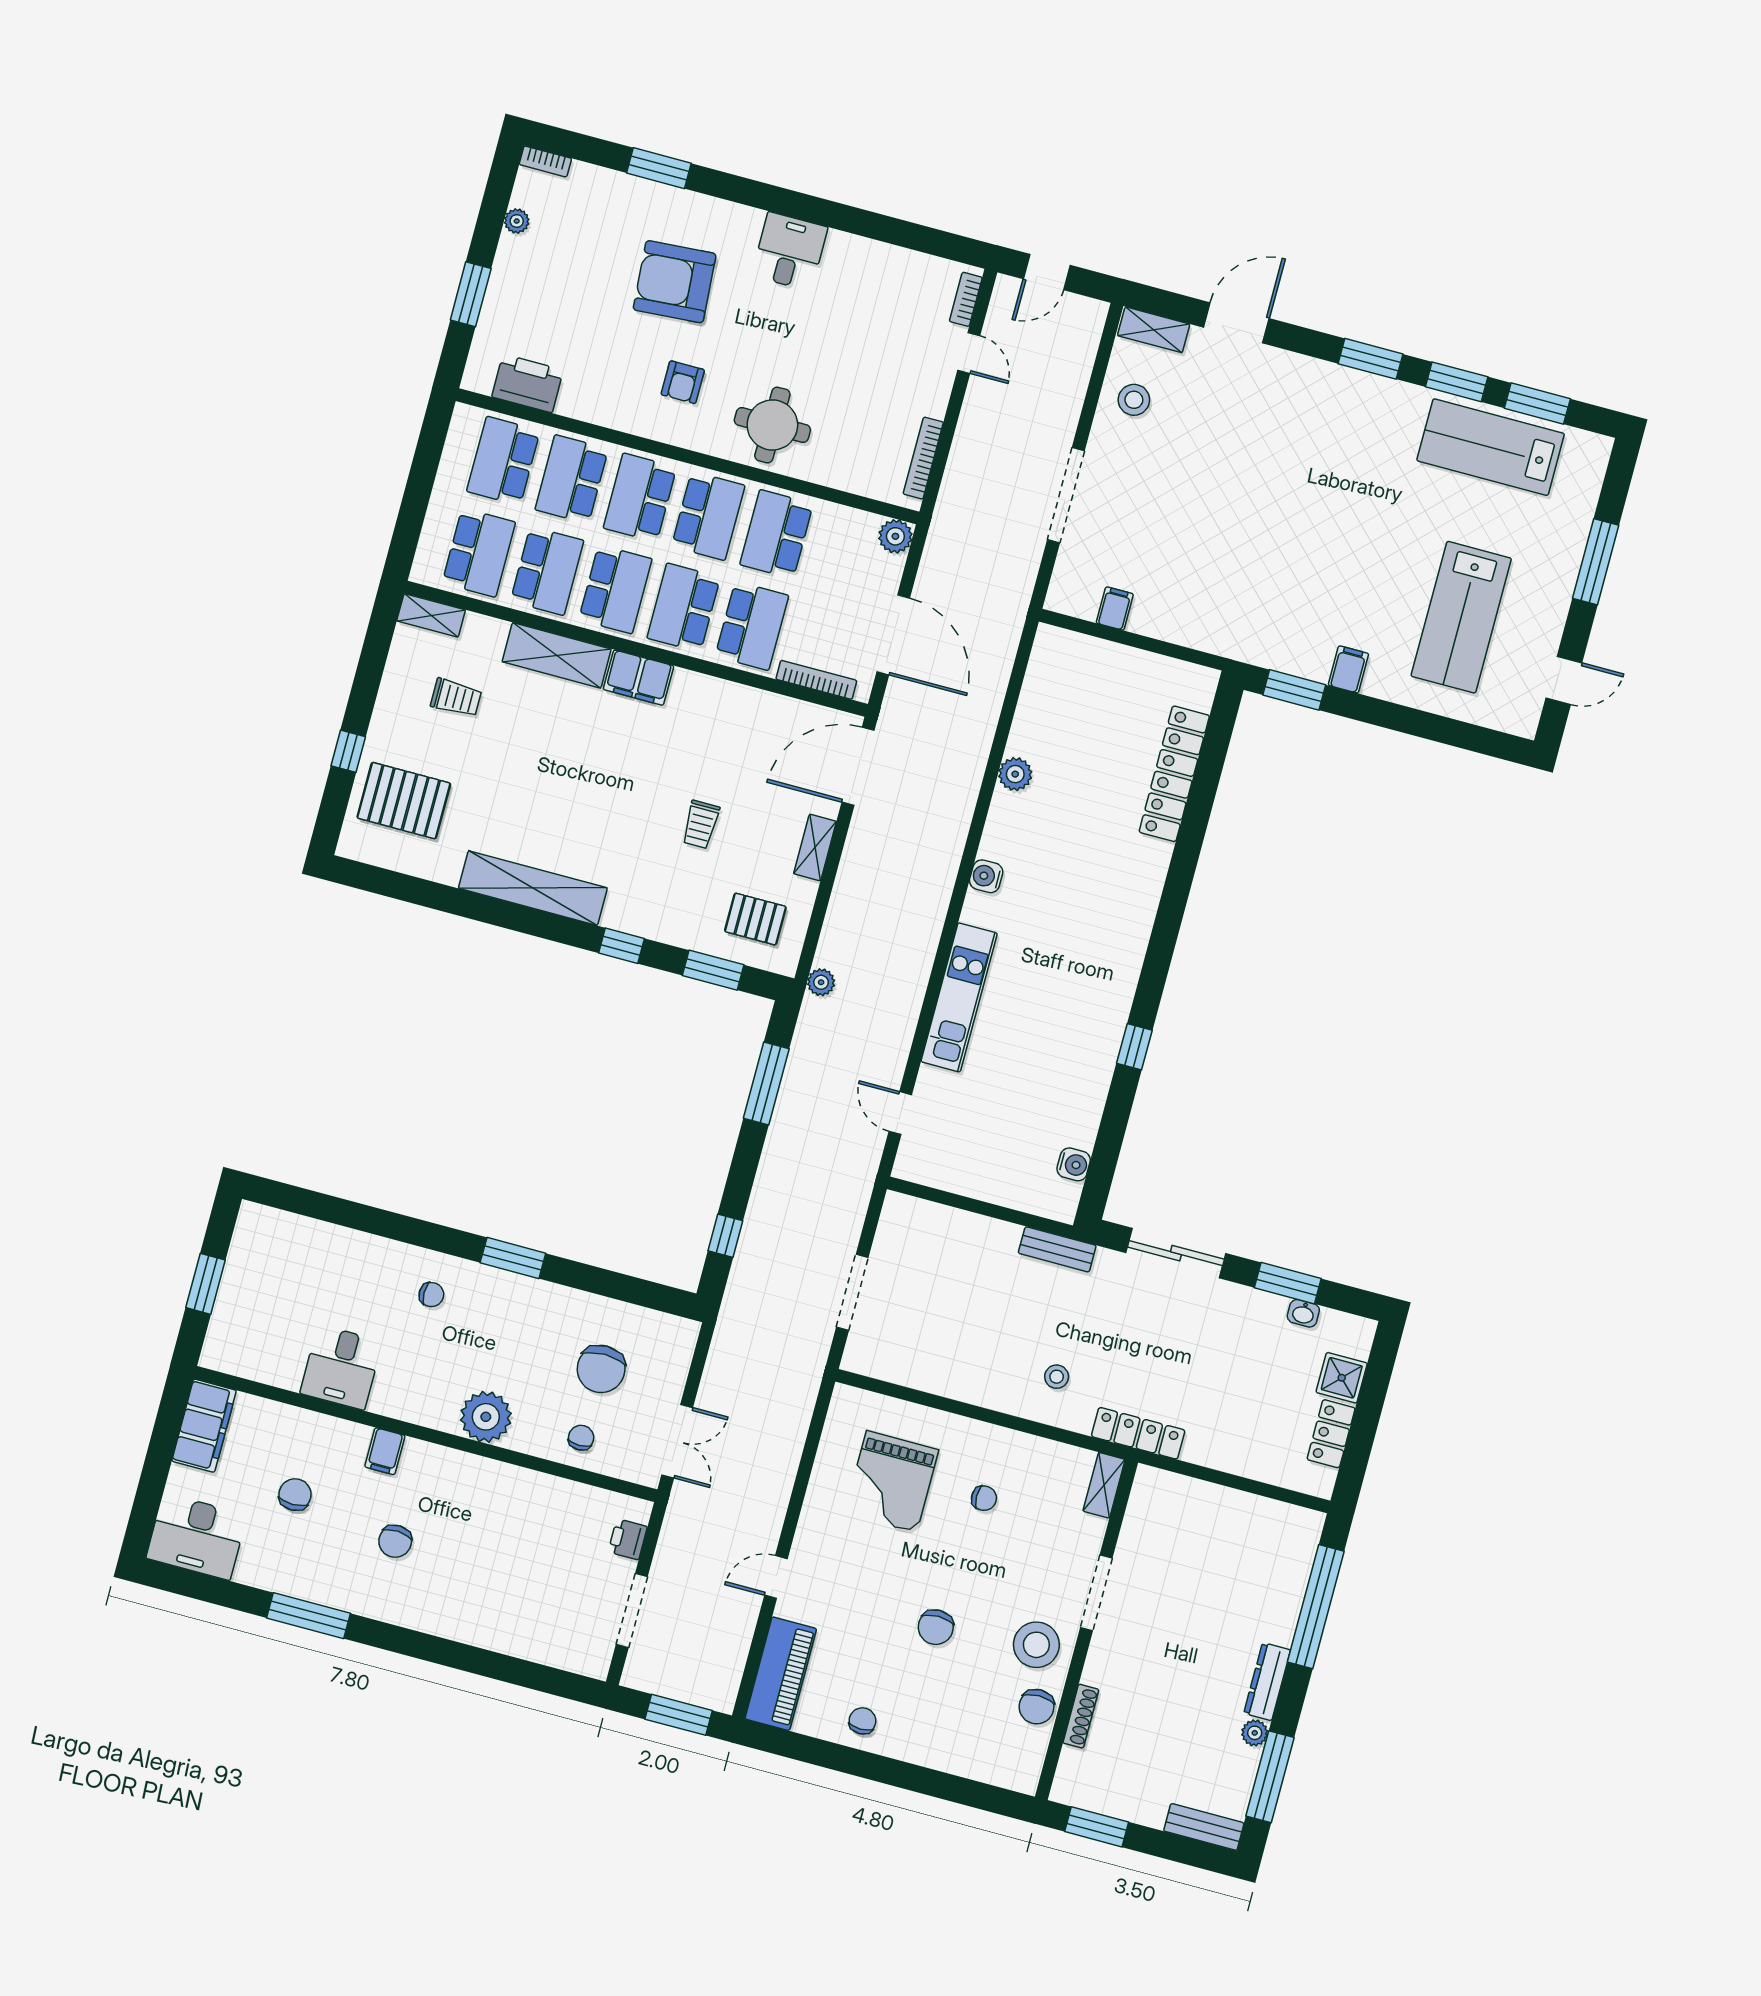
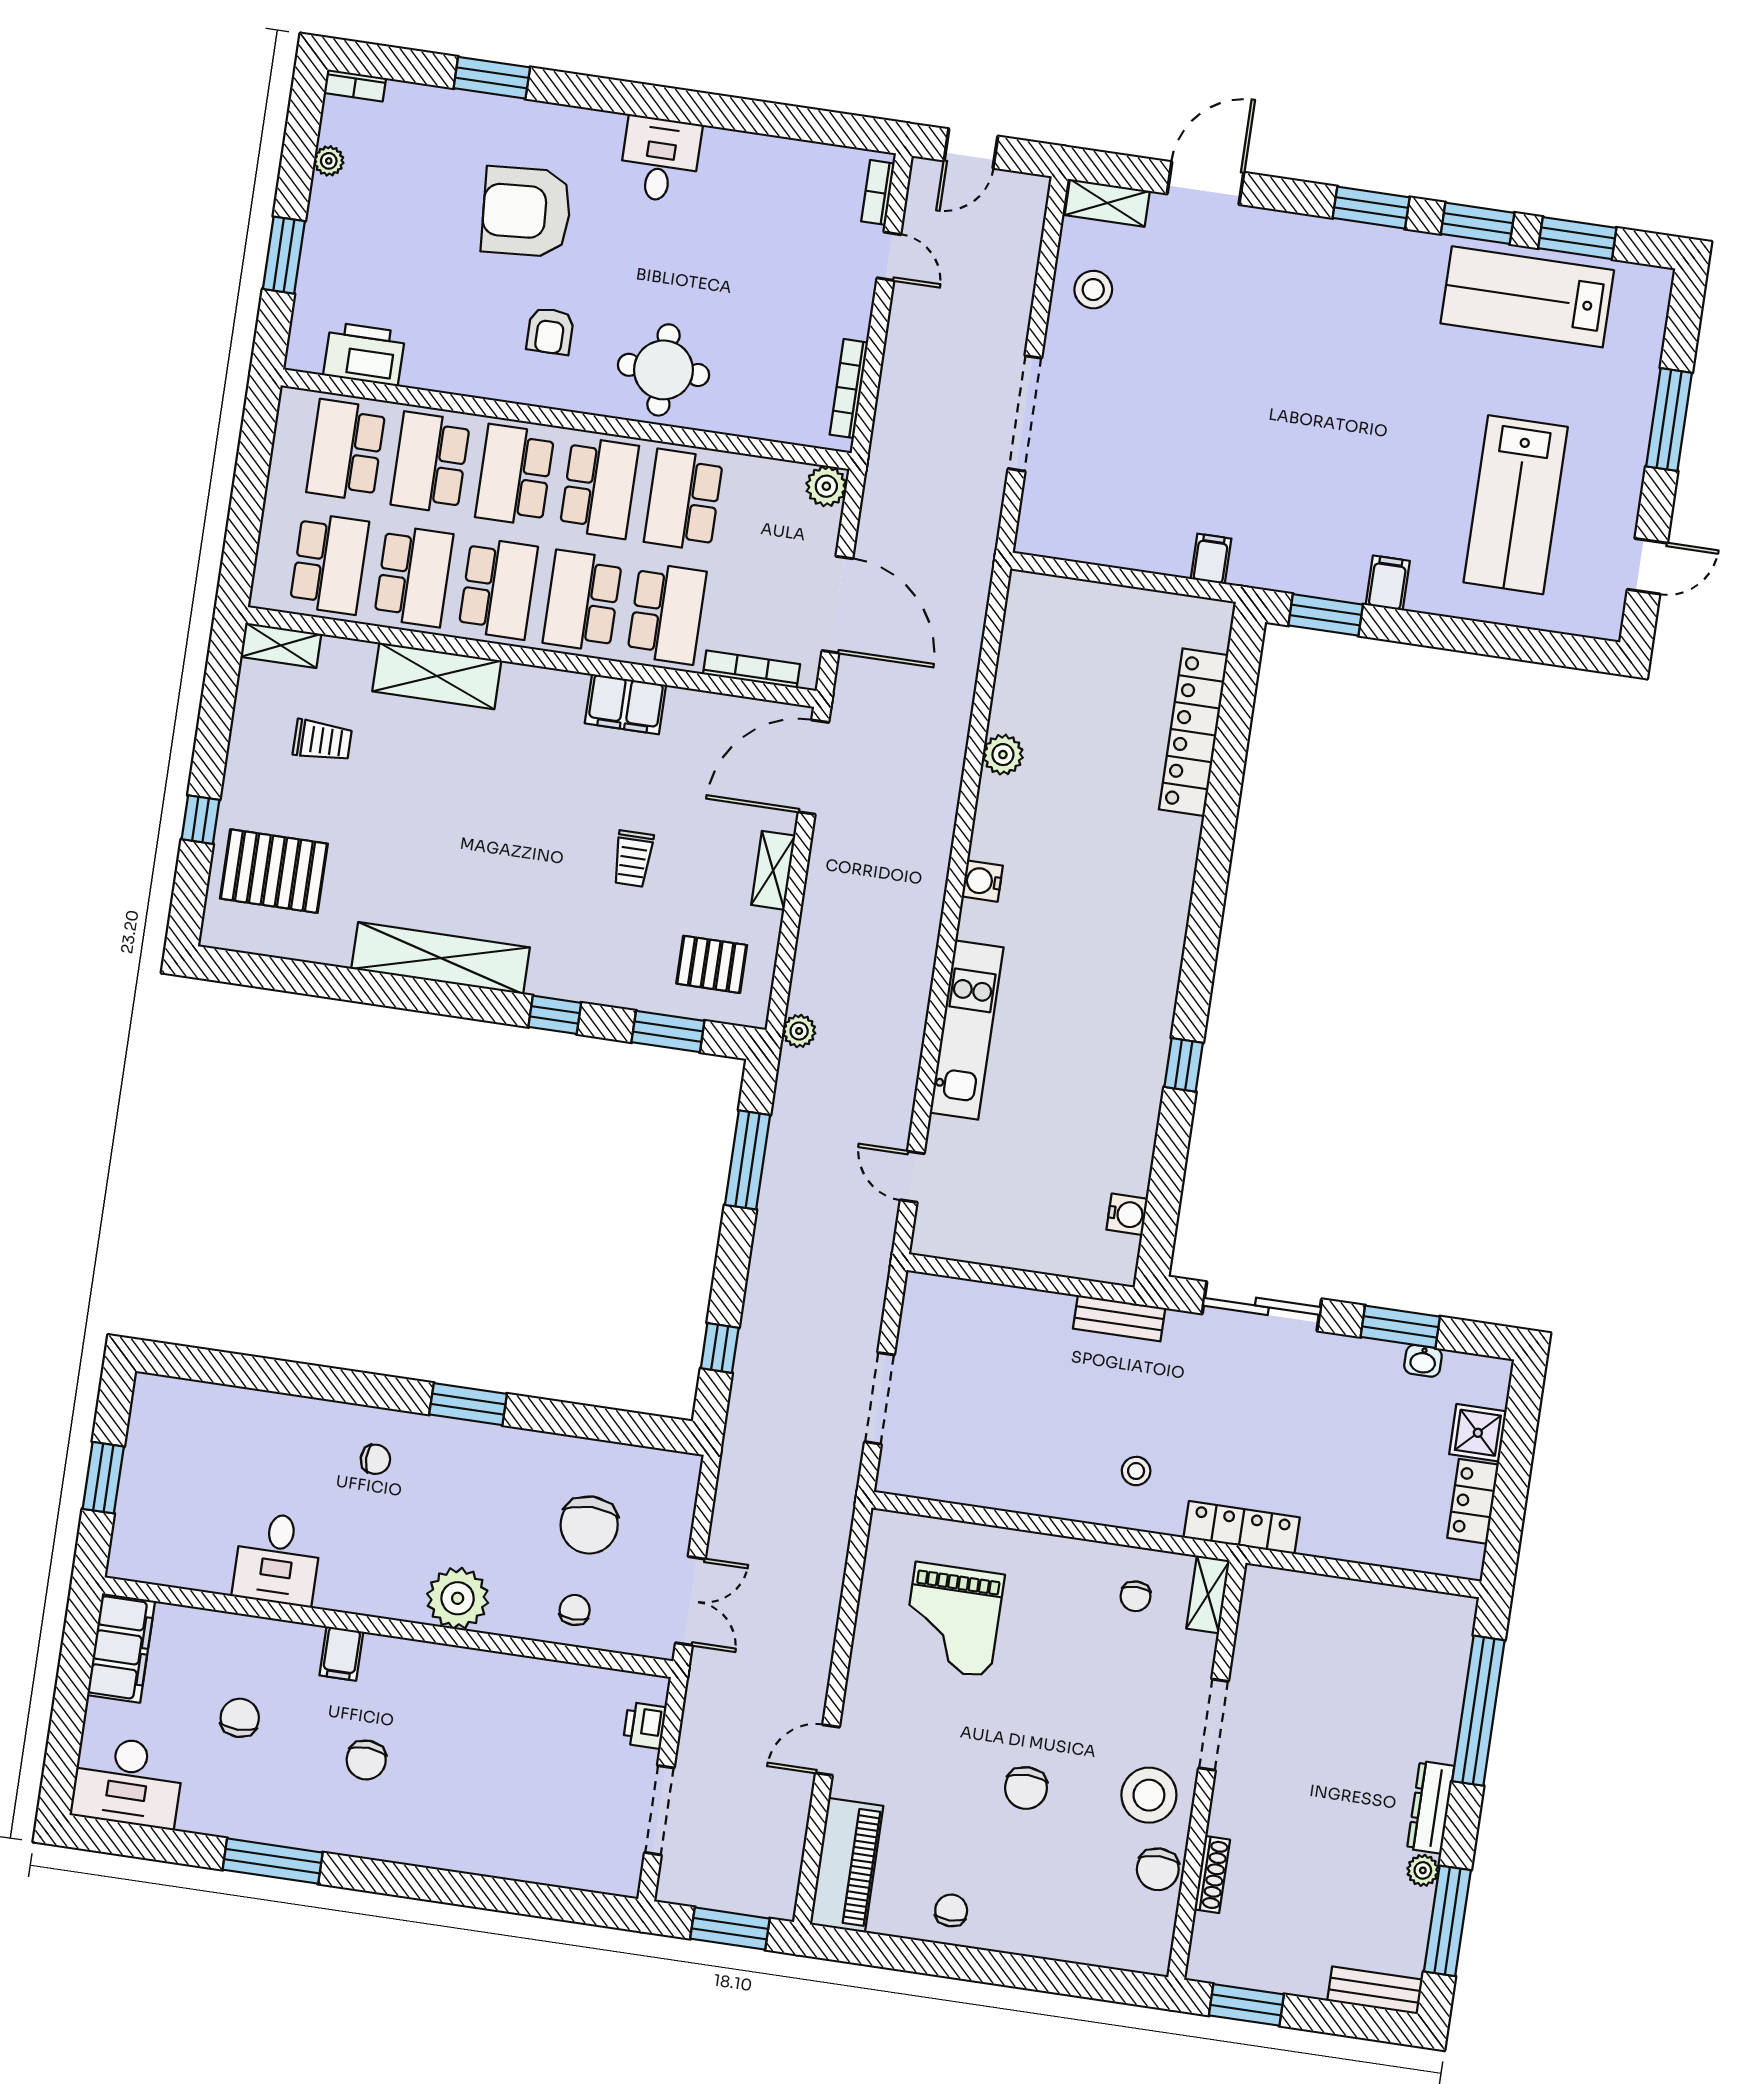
filing cabinet: (1115, 609) -> (1211, 559), moved
filing cabinet: (638, 678) -> (625, 704), moved
chair: (984, 1498) -> (1136, 1596), moved, turned 90

